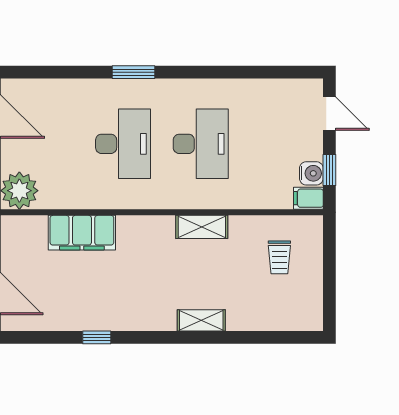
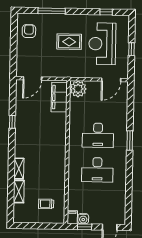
shelving: (202, 227) -> (19, 191), moved
filing cabinet: (82, 233) -> (59, 97), moved

